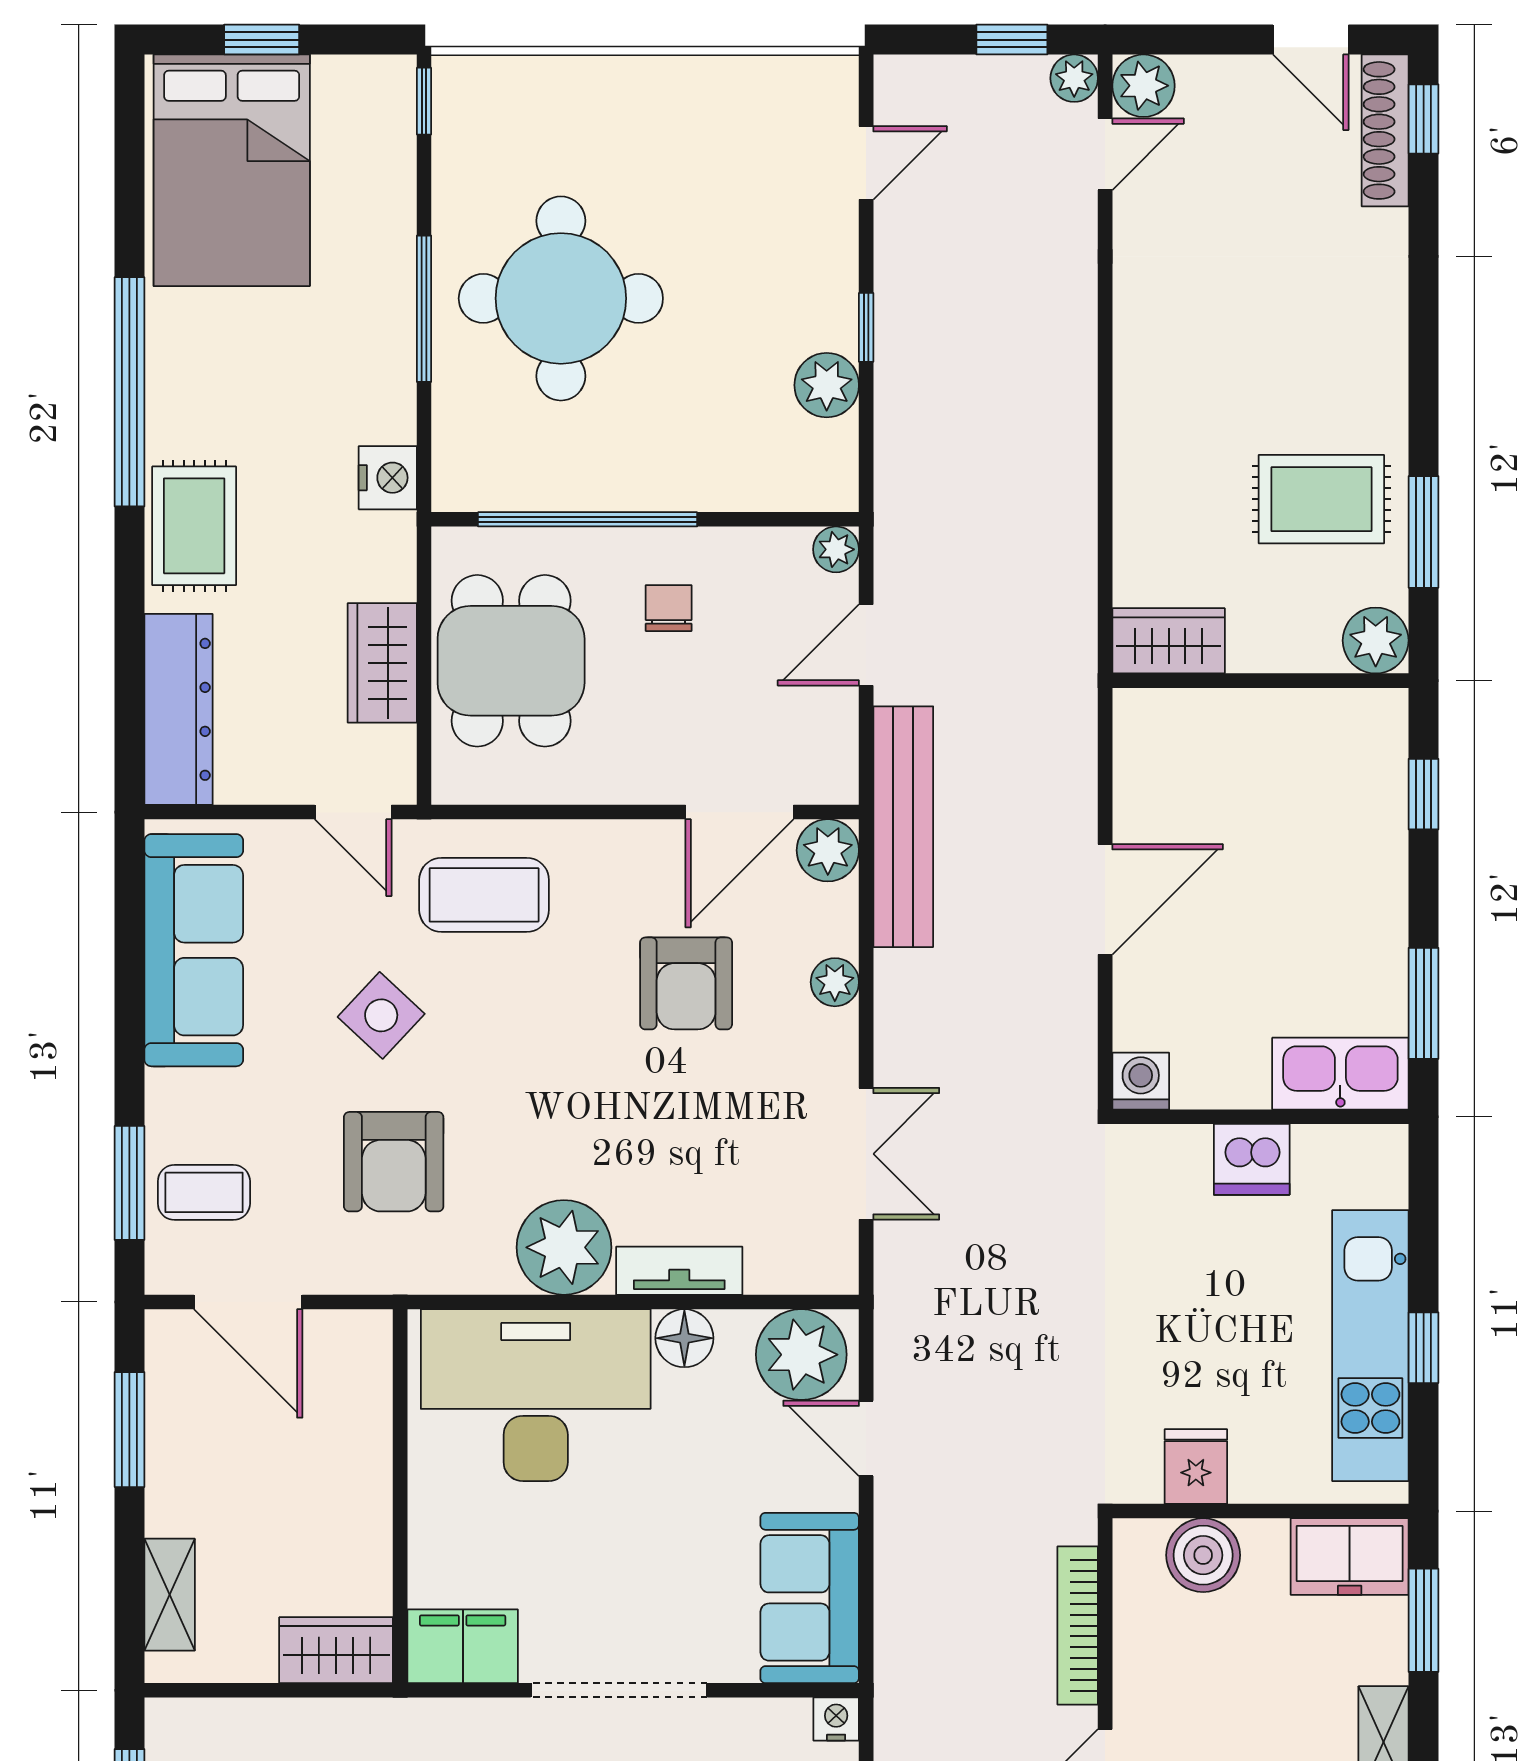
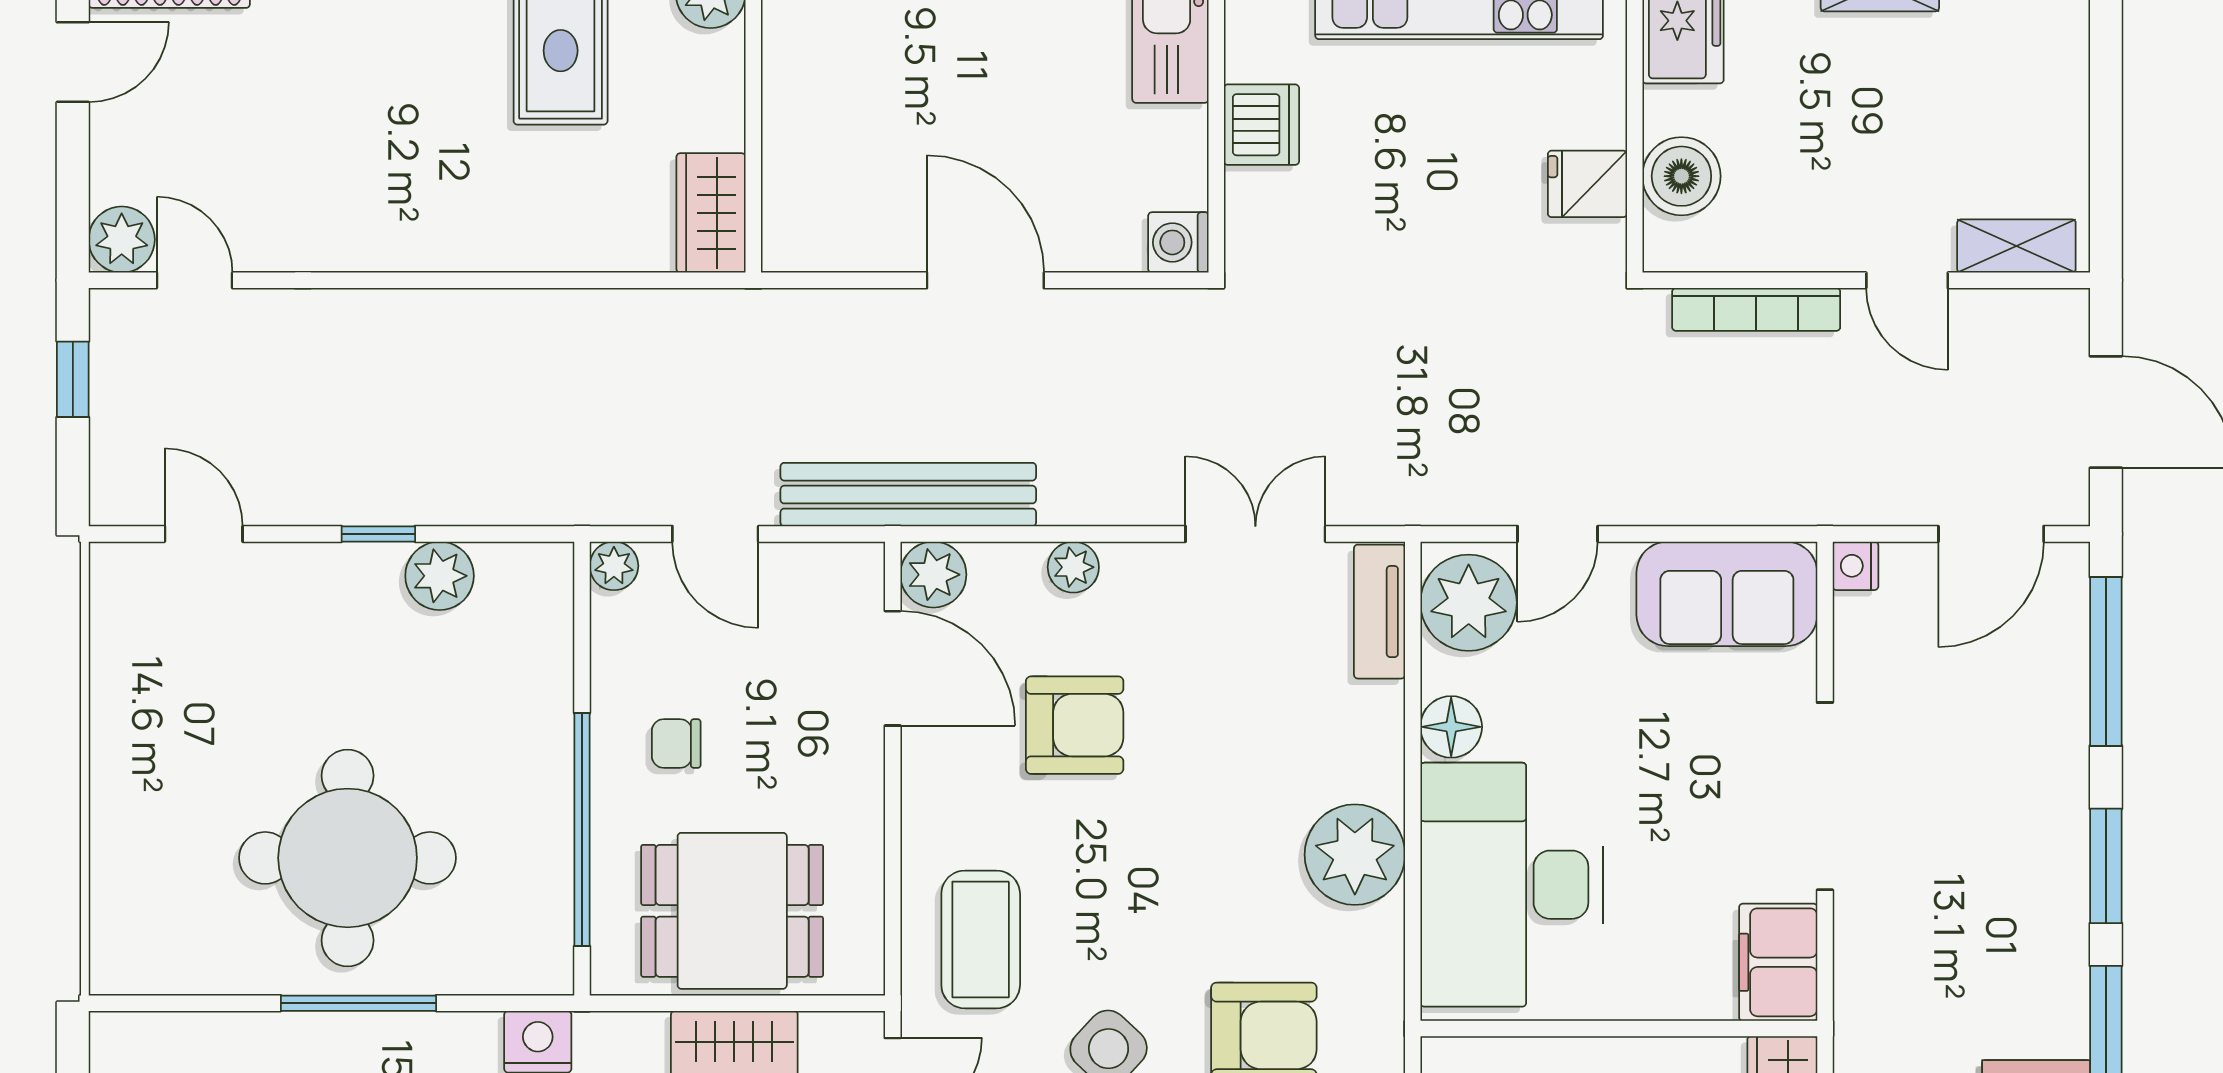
plant: (1074, 78) -> (114, 313), removed
window: (424, 101) -> (138, 1003), removed
tv unit: (679, 1271) -> (1380, 612), moved

